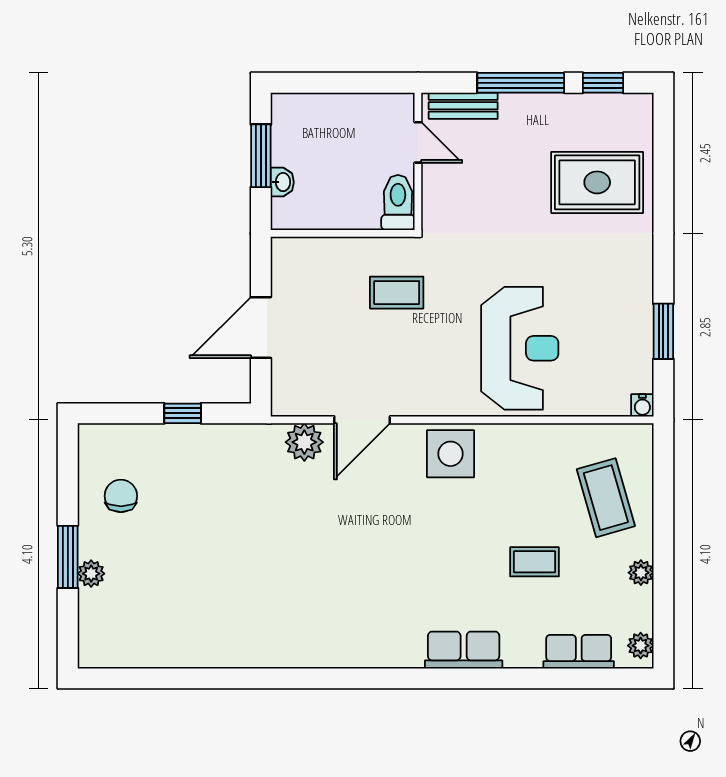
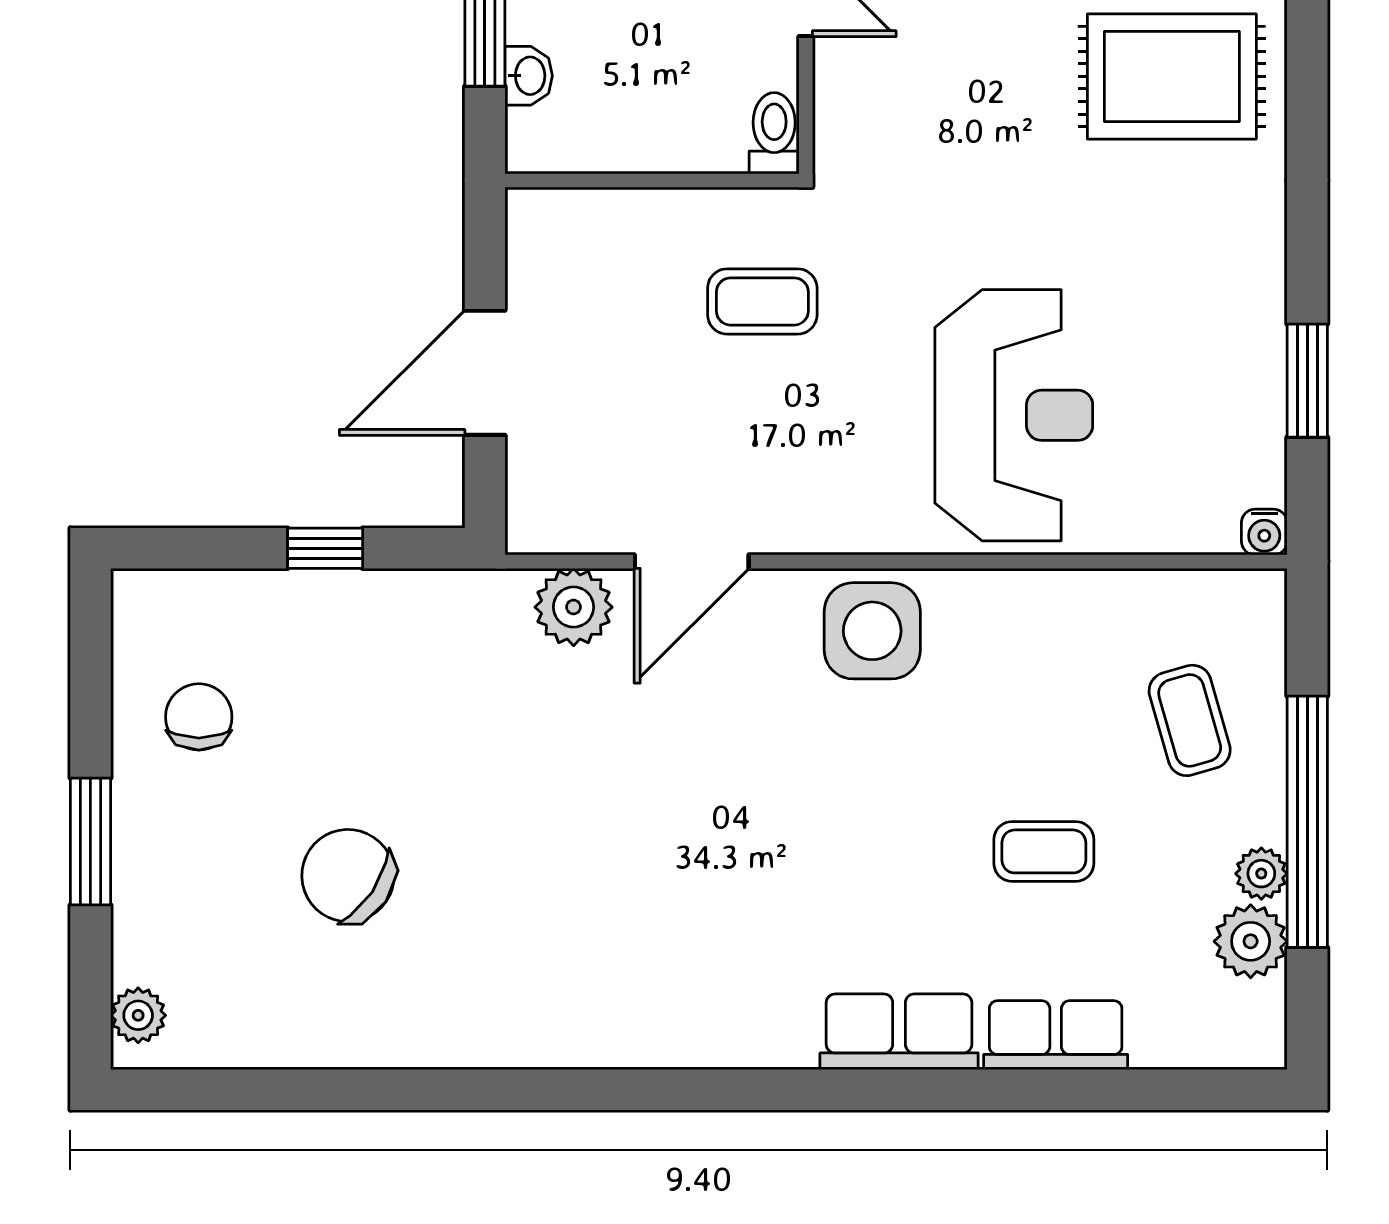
toilet: (398, 202) -> (774, 133), width x0.73, depth x0.72
coffee table: (606, 498) -> (1190, 720), width x0.73, depth x0.77
window: (663, 547) -> (1307, 822), added
plant: (91, 574) -> (138, 1015), moved
chair: (194, 574) -> (348, 876), added
plant: (641, 646) -> (1251, 941), moved, width x1.38, depth x1.38
row of seats: (579, 652) -> (1056, 1035), moved

